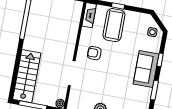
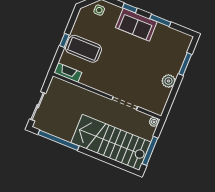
armchair: (94, 53) -> (109, 75), removed
stairs: (27, 76) -> (111, 142), width x1.36, depth x1.51

